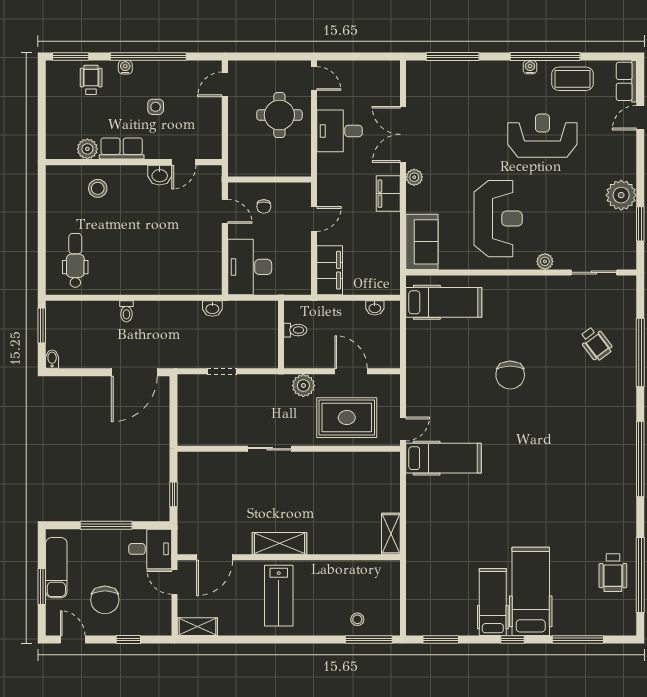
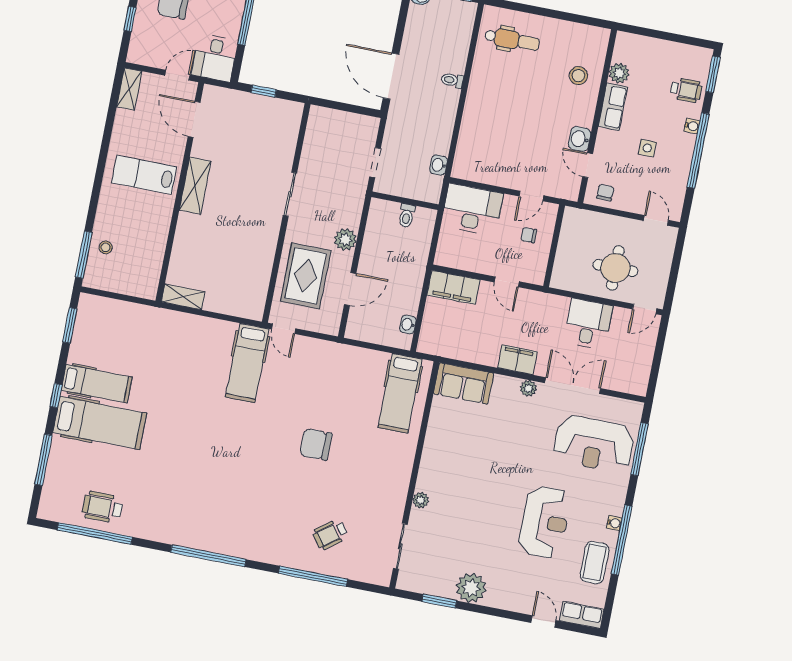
chair: (207, 140) -> (605, 193), added
reception desk: (498, 219) -> (594, 444), moved
toilet: (295, 330) -> (407, 216), moved
wall: (281, 334) -> (405, 201), moved

